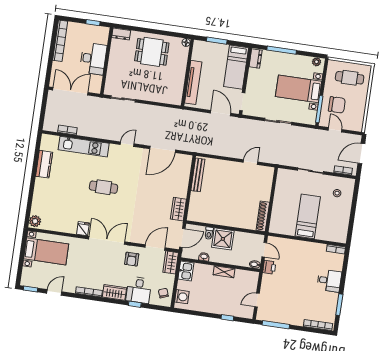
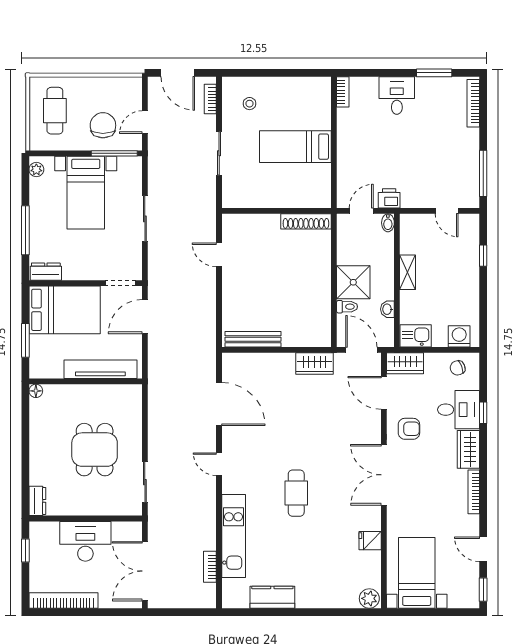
dining table: (152, 52) -> (95, 450), moved
bed: (236, 67) -> (65, 310), width x1.50
fridge: (83, 229) -> (370, 541), moved

